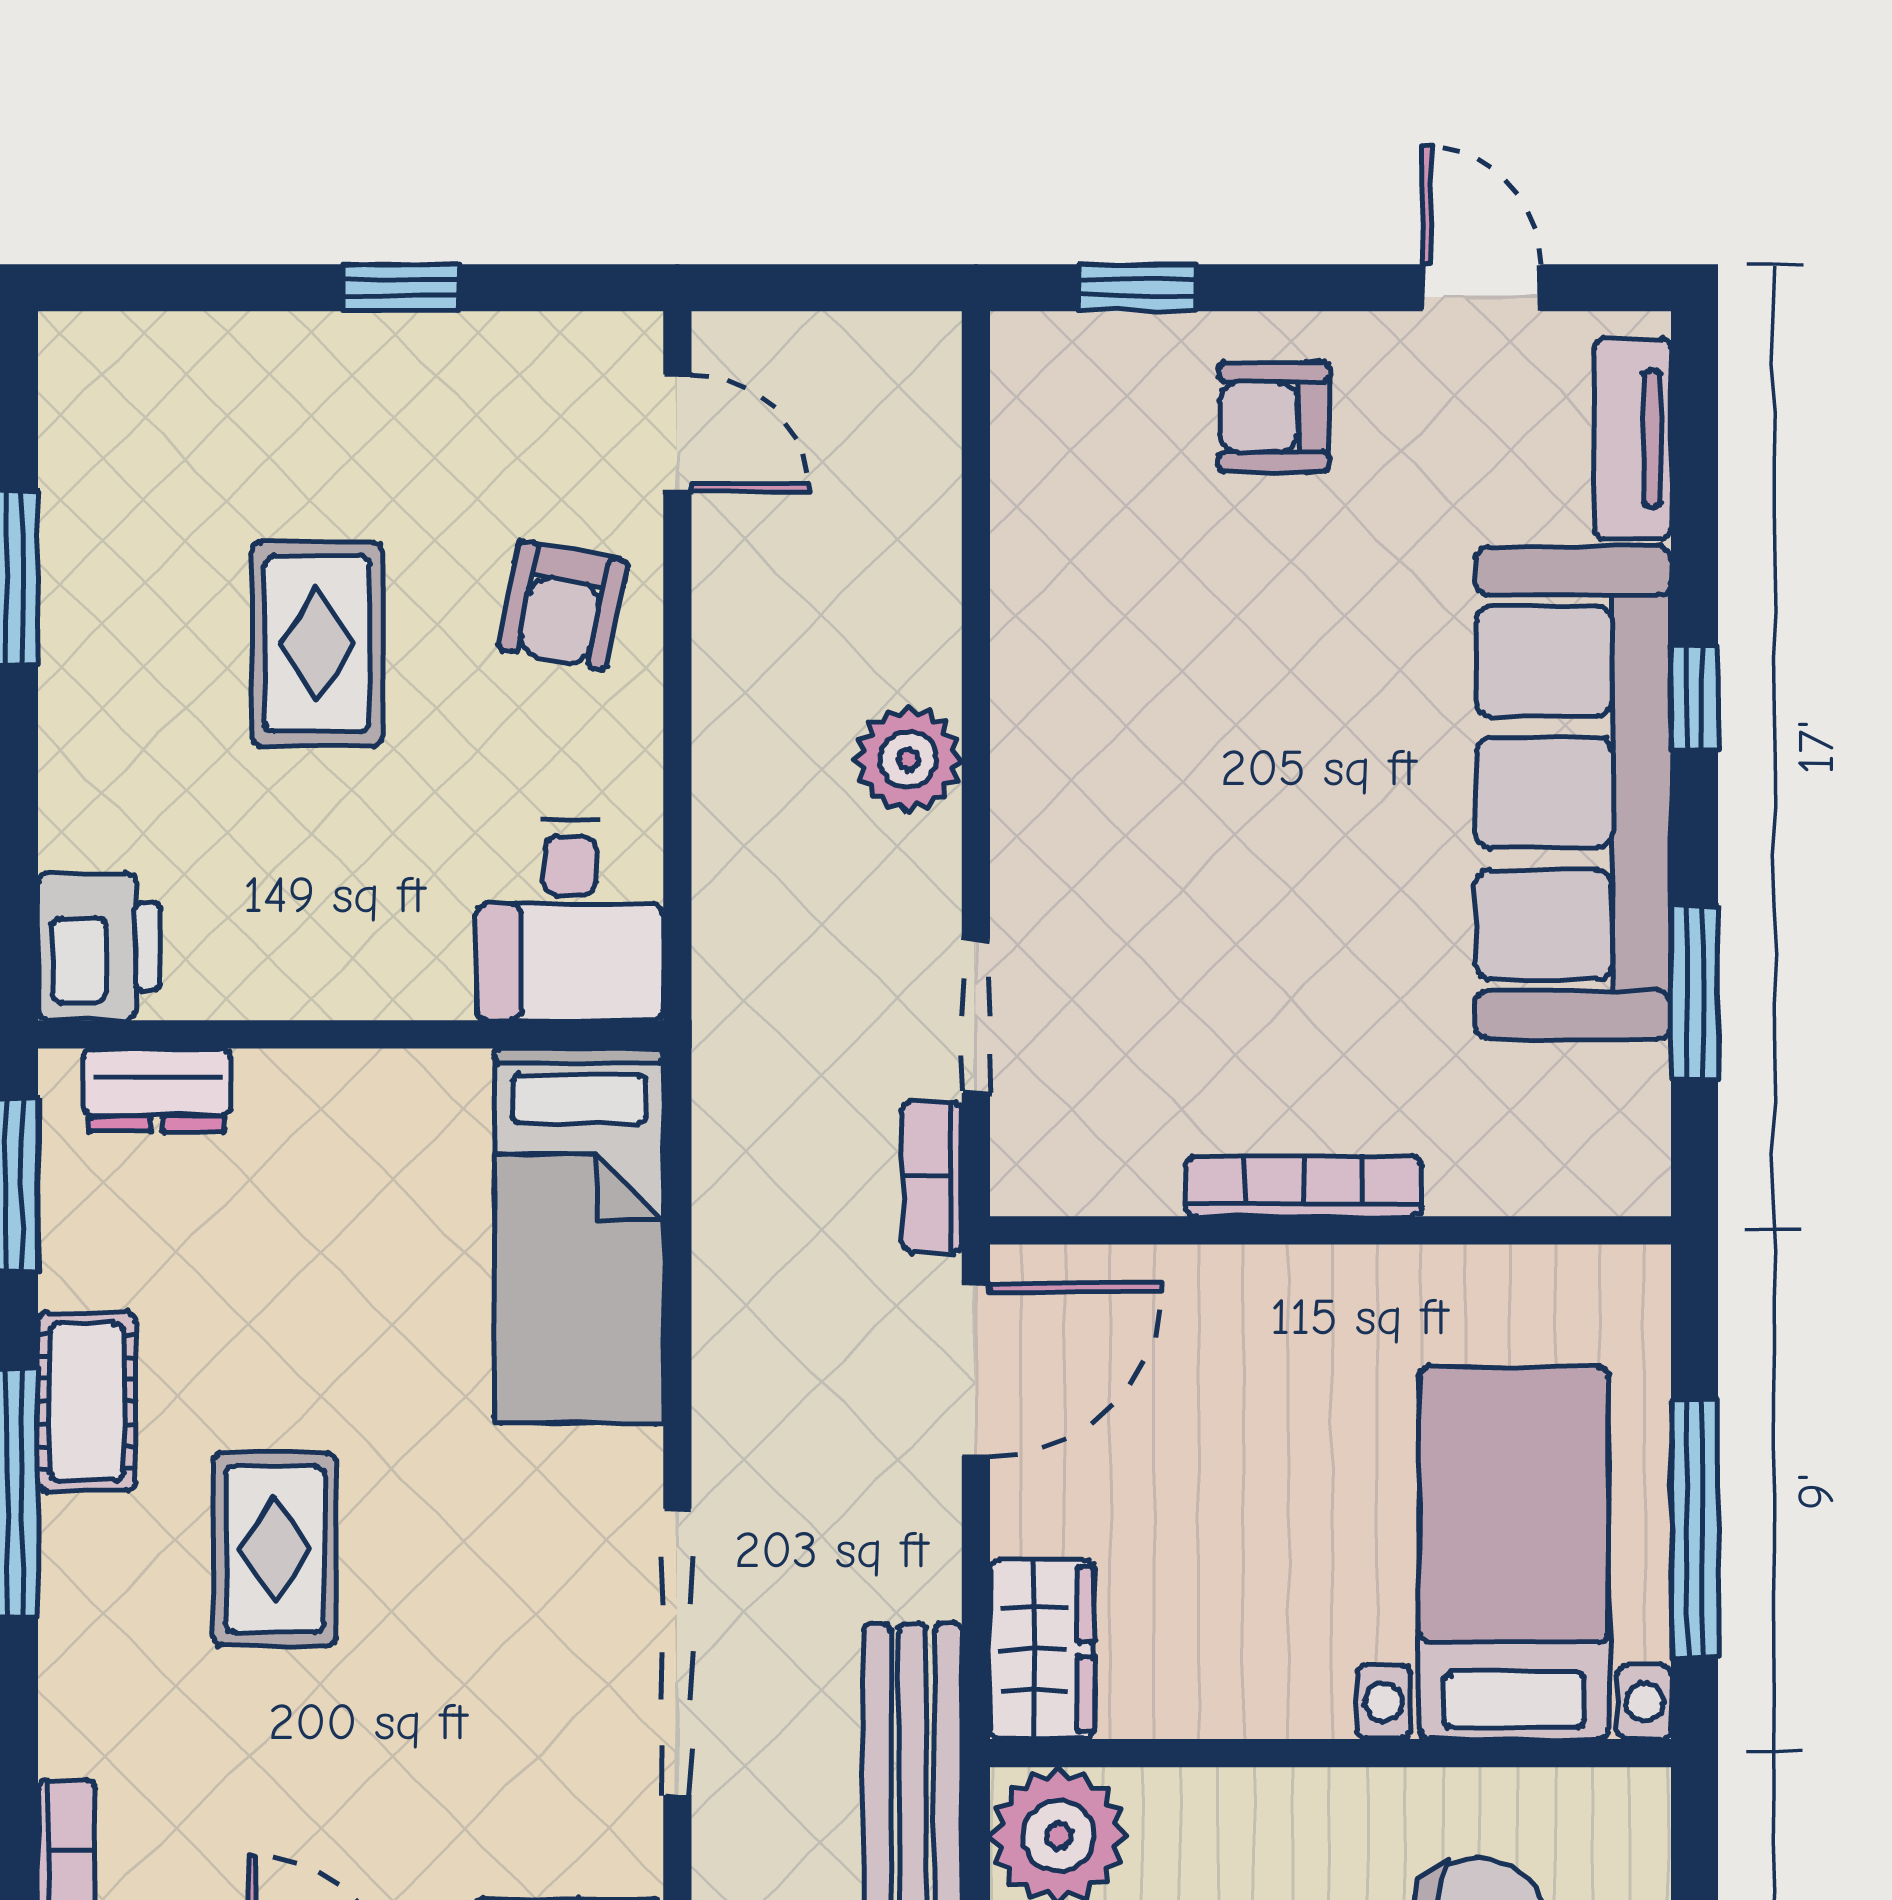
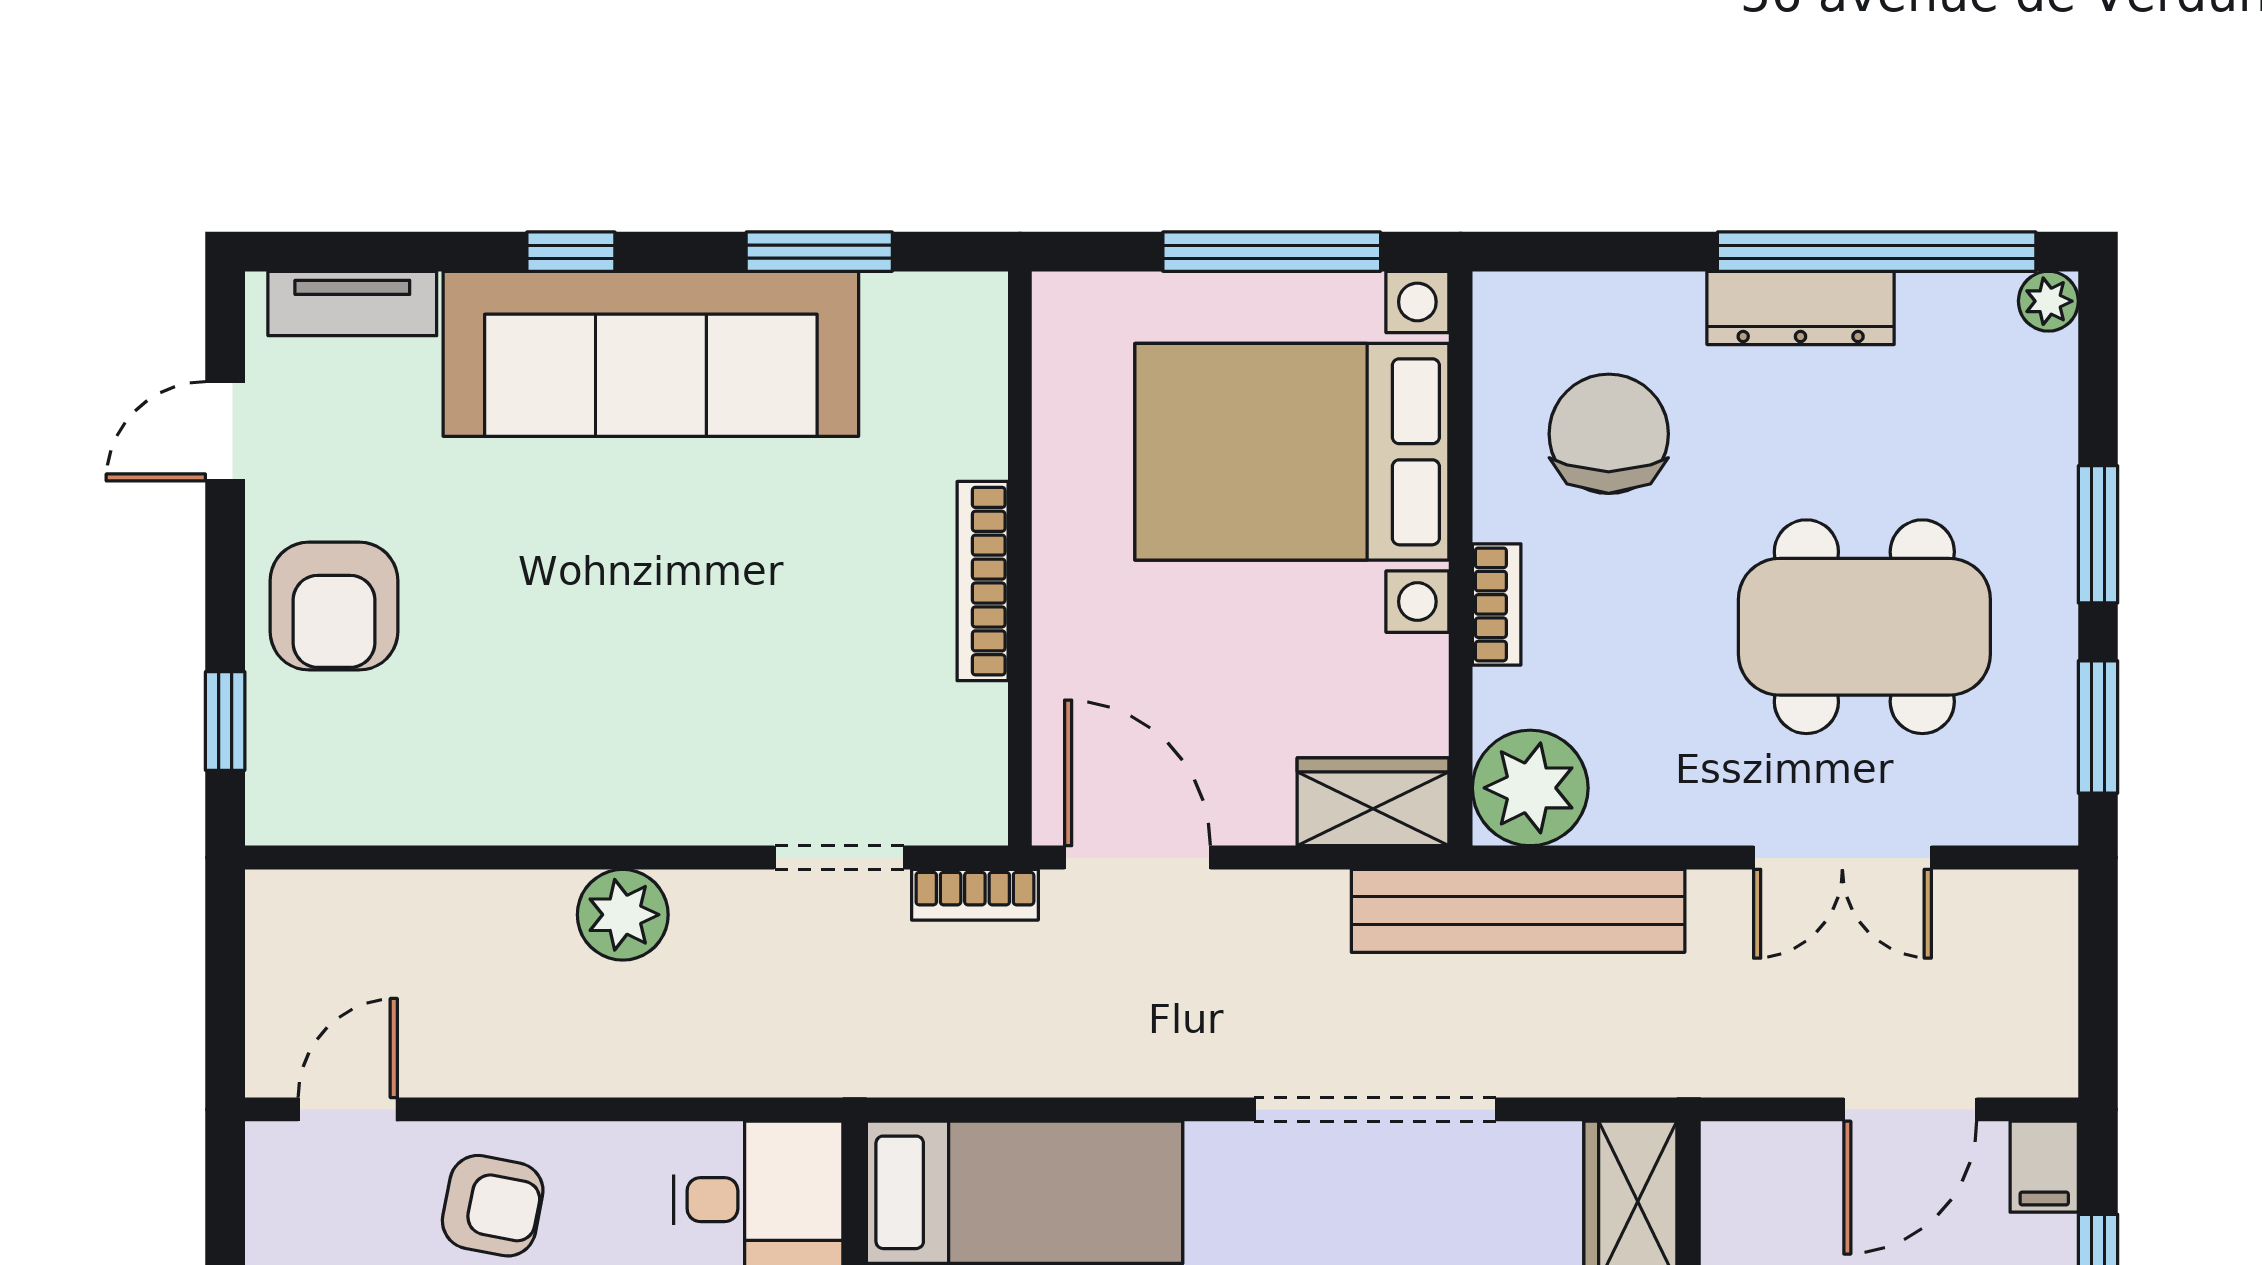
armchair: (1274, 417) -> (334, 606), width x1.38, depth x1.38
bed with nightstands: (1514, 1553) -> (1292, 452), width x1.36
bookcase: (1276, 1796) -> (1497, 604), added

